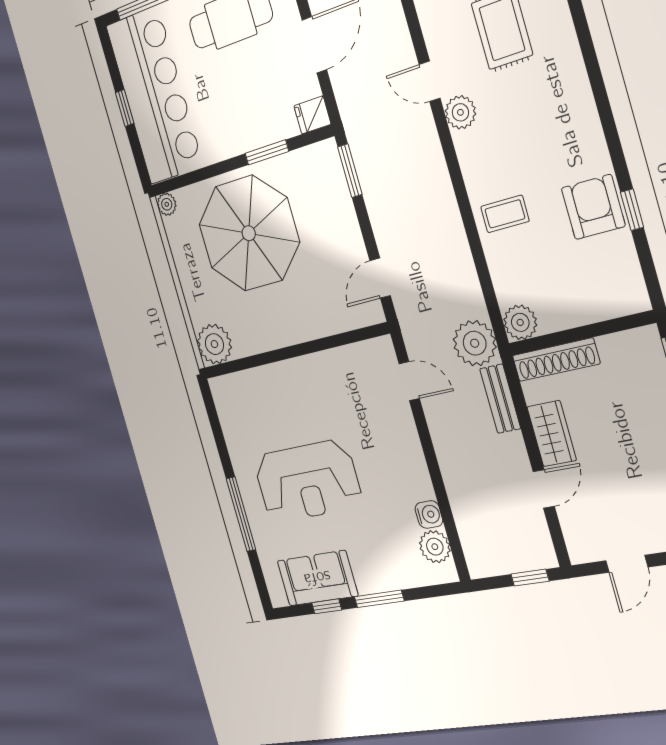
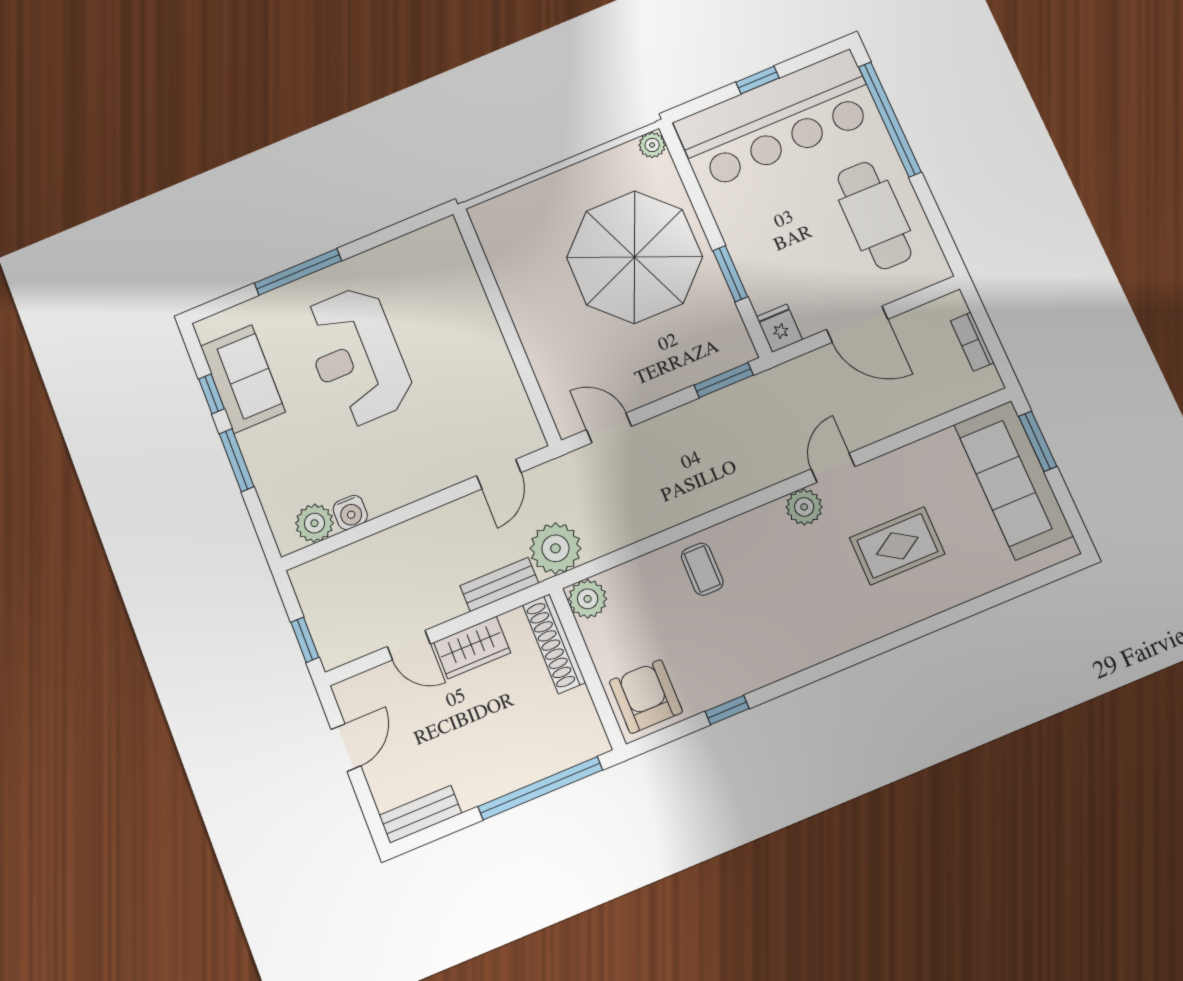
armchair: (593, 207) -> (646, 697), moved, turned -90
plant: (214, 344) -> (497, 221), removed
door: (627, 564) -> (346, 748), swing flipped

